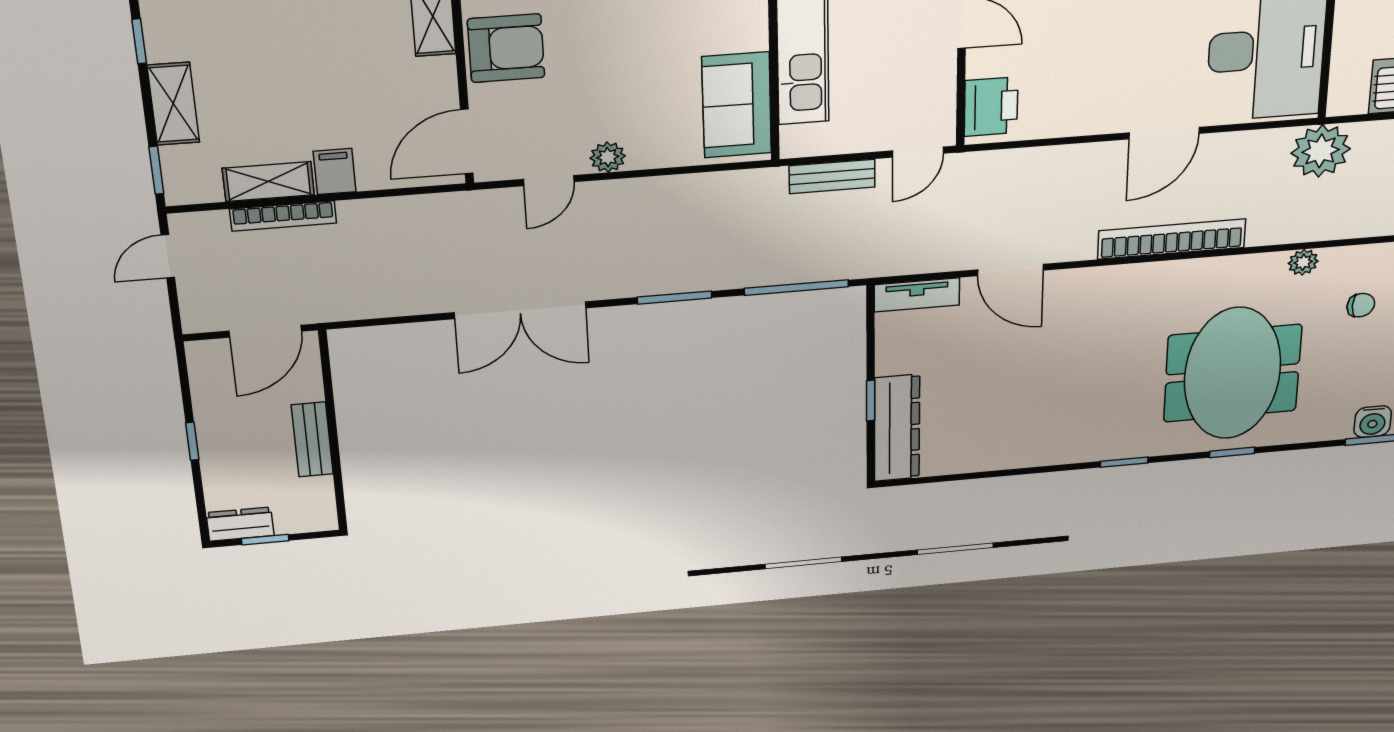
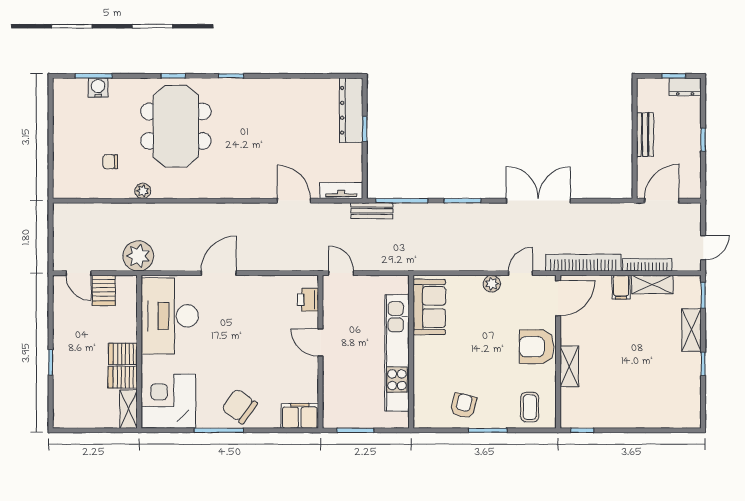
printer: (991, 107) -> (308, 300), width x0.73, depth x0.81
door: (918, 152) -> (341, 273), hinge flipped
bench: (832, 176) -> (372, 211), moved
bookcase: (1172, 239) -> (583, 263), moved, turned 180

